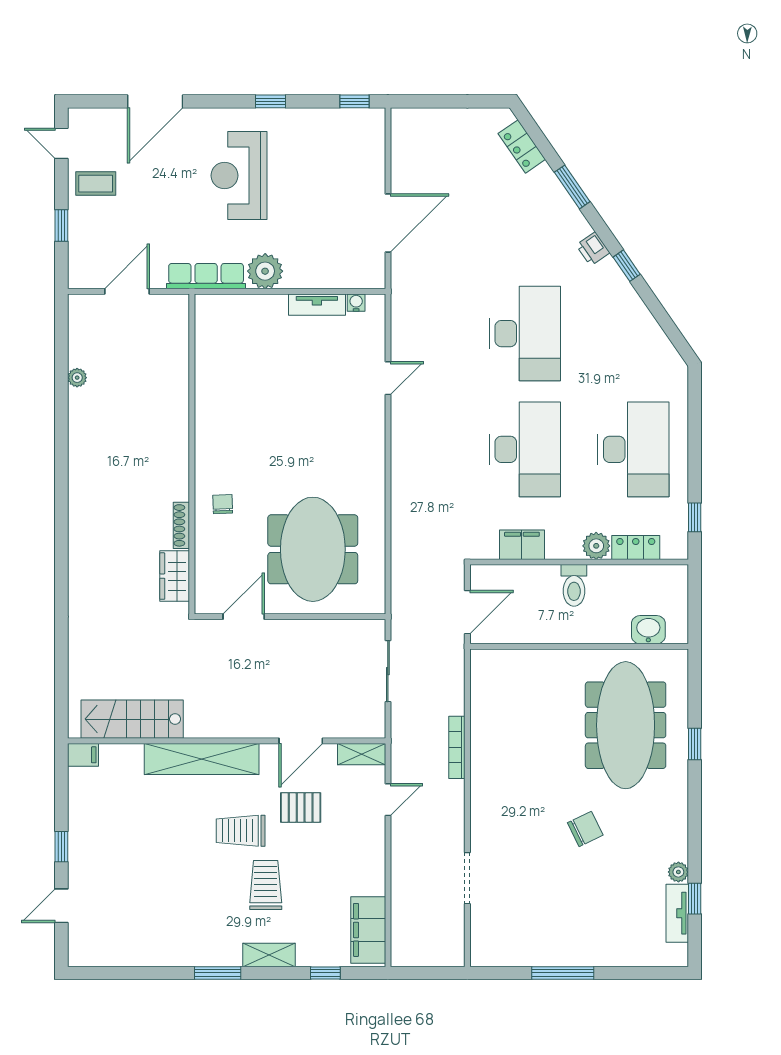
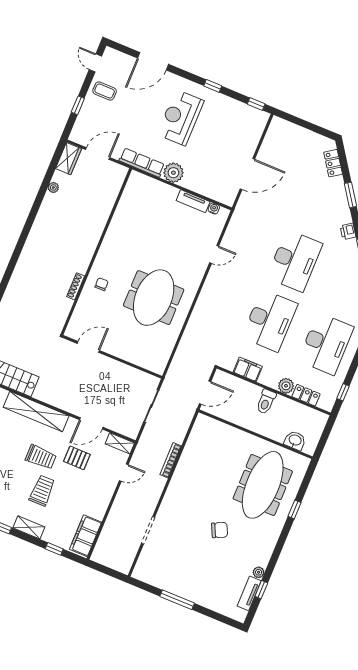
meeting table: (313, 549) -> (154, 298), moved
wardrobe: (175, 576) -> (68, 159), moved, turned 180
trolley: (241, 831) -> (41, 457), turned 180

